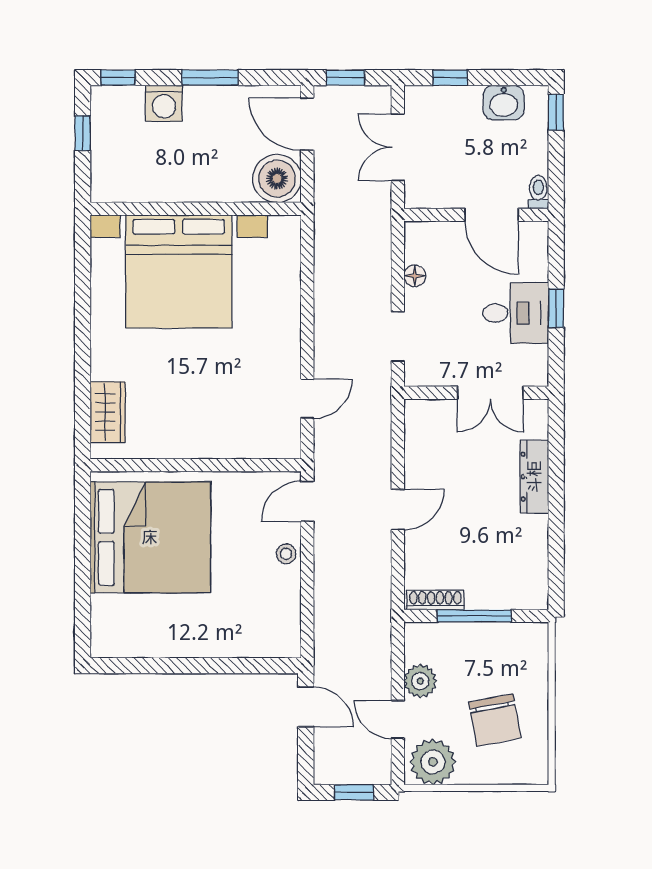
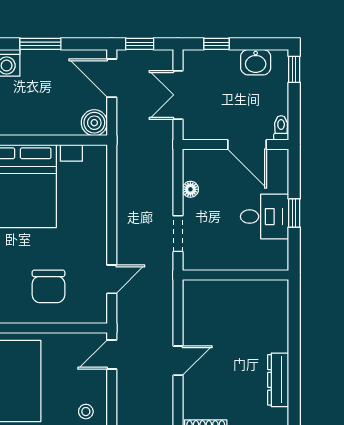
boiler: (277, 179) -> (94, 123), width x0.73, depth x0.73
double door: (490, 393) -> (246, 275), removed
chair: (221, 408) -> (48, 286), added
dresser: (534, 477) -> (278, 380), moved
stool: (286, 554) -> (86, 412), moved

